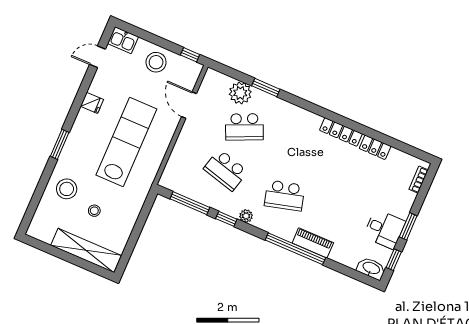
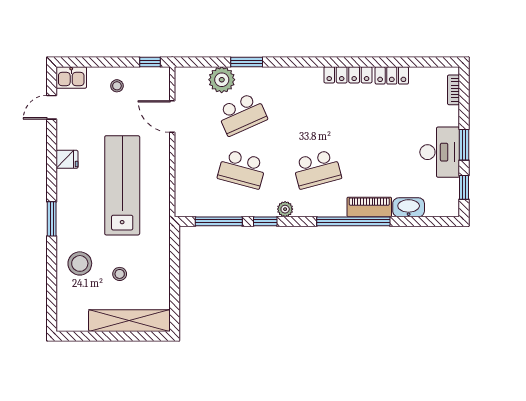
stool: (156, 62) -> (117, 86), width x0.53, depth x0.53
desk: (384, 229) -> (440, 152), width x1.37
washbasin: (371, 268) -> (409, 207), moved

